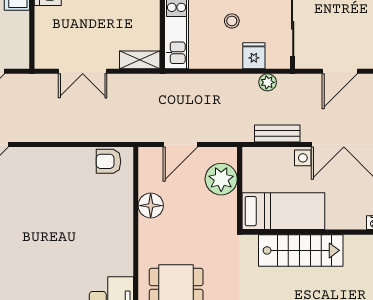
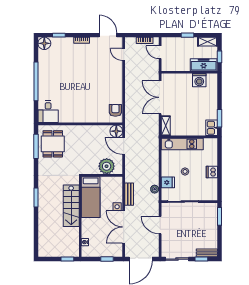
double door: (83, 71) -> (160, 97), width x1.37
floor lamp: (151, 206) -> (116, 131), moved

